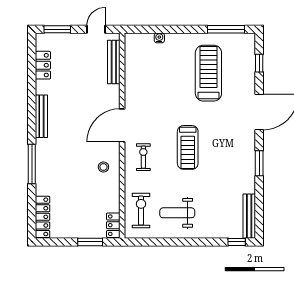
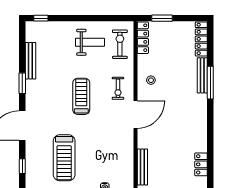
bench: (41, 116) -> (202, 75), moved
exercise bike: (141, 211) -> (120, 44), turned 180
bench: (249, 216) -> (30, 61), moved
locker: (113, 225) -> (143, 38), width x1.53

